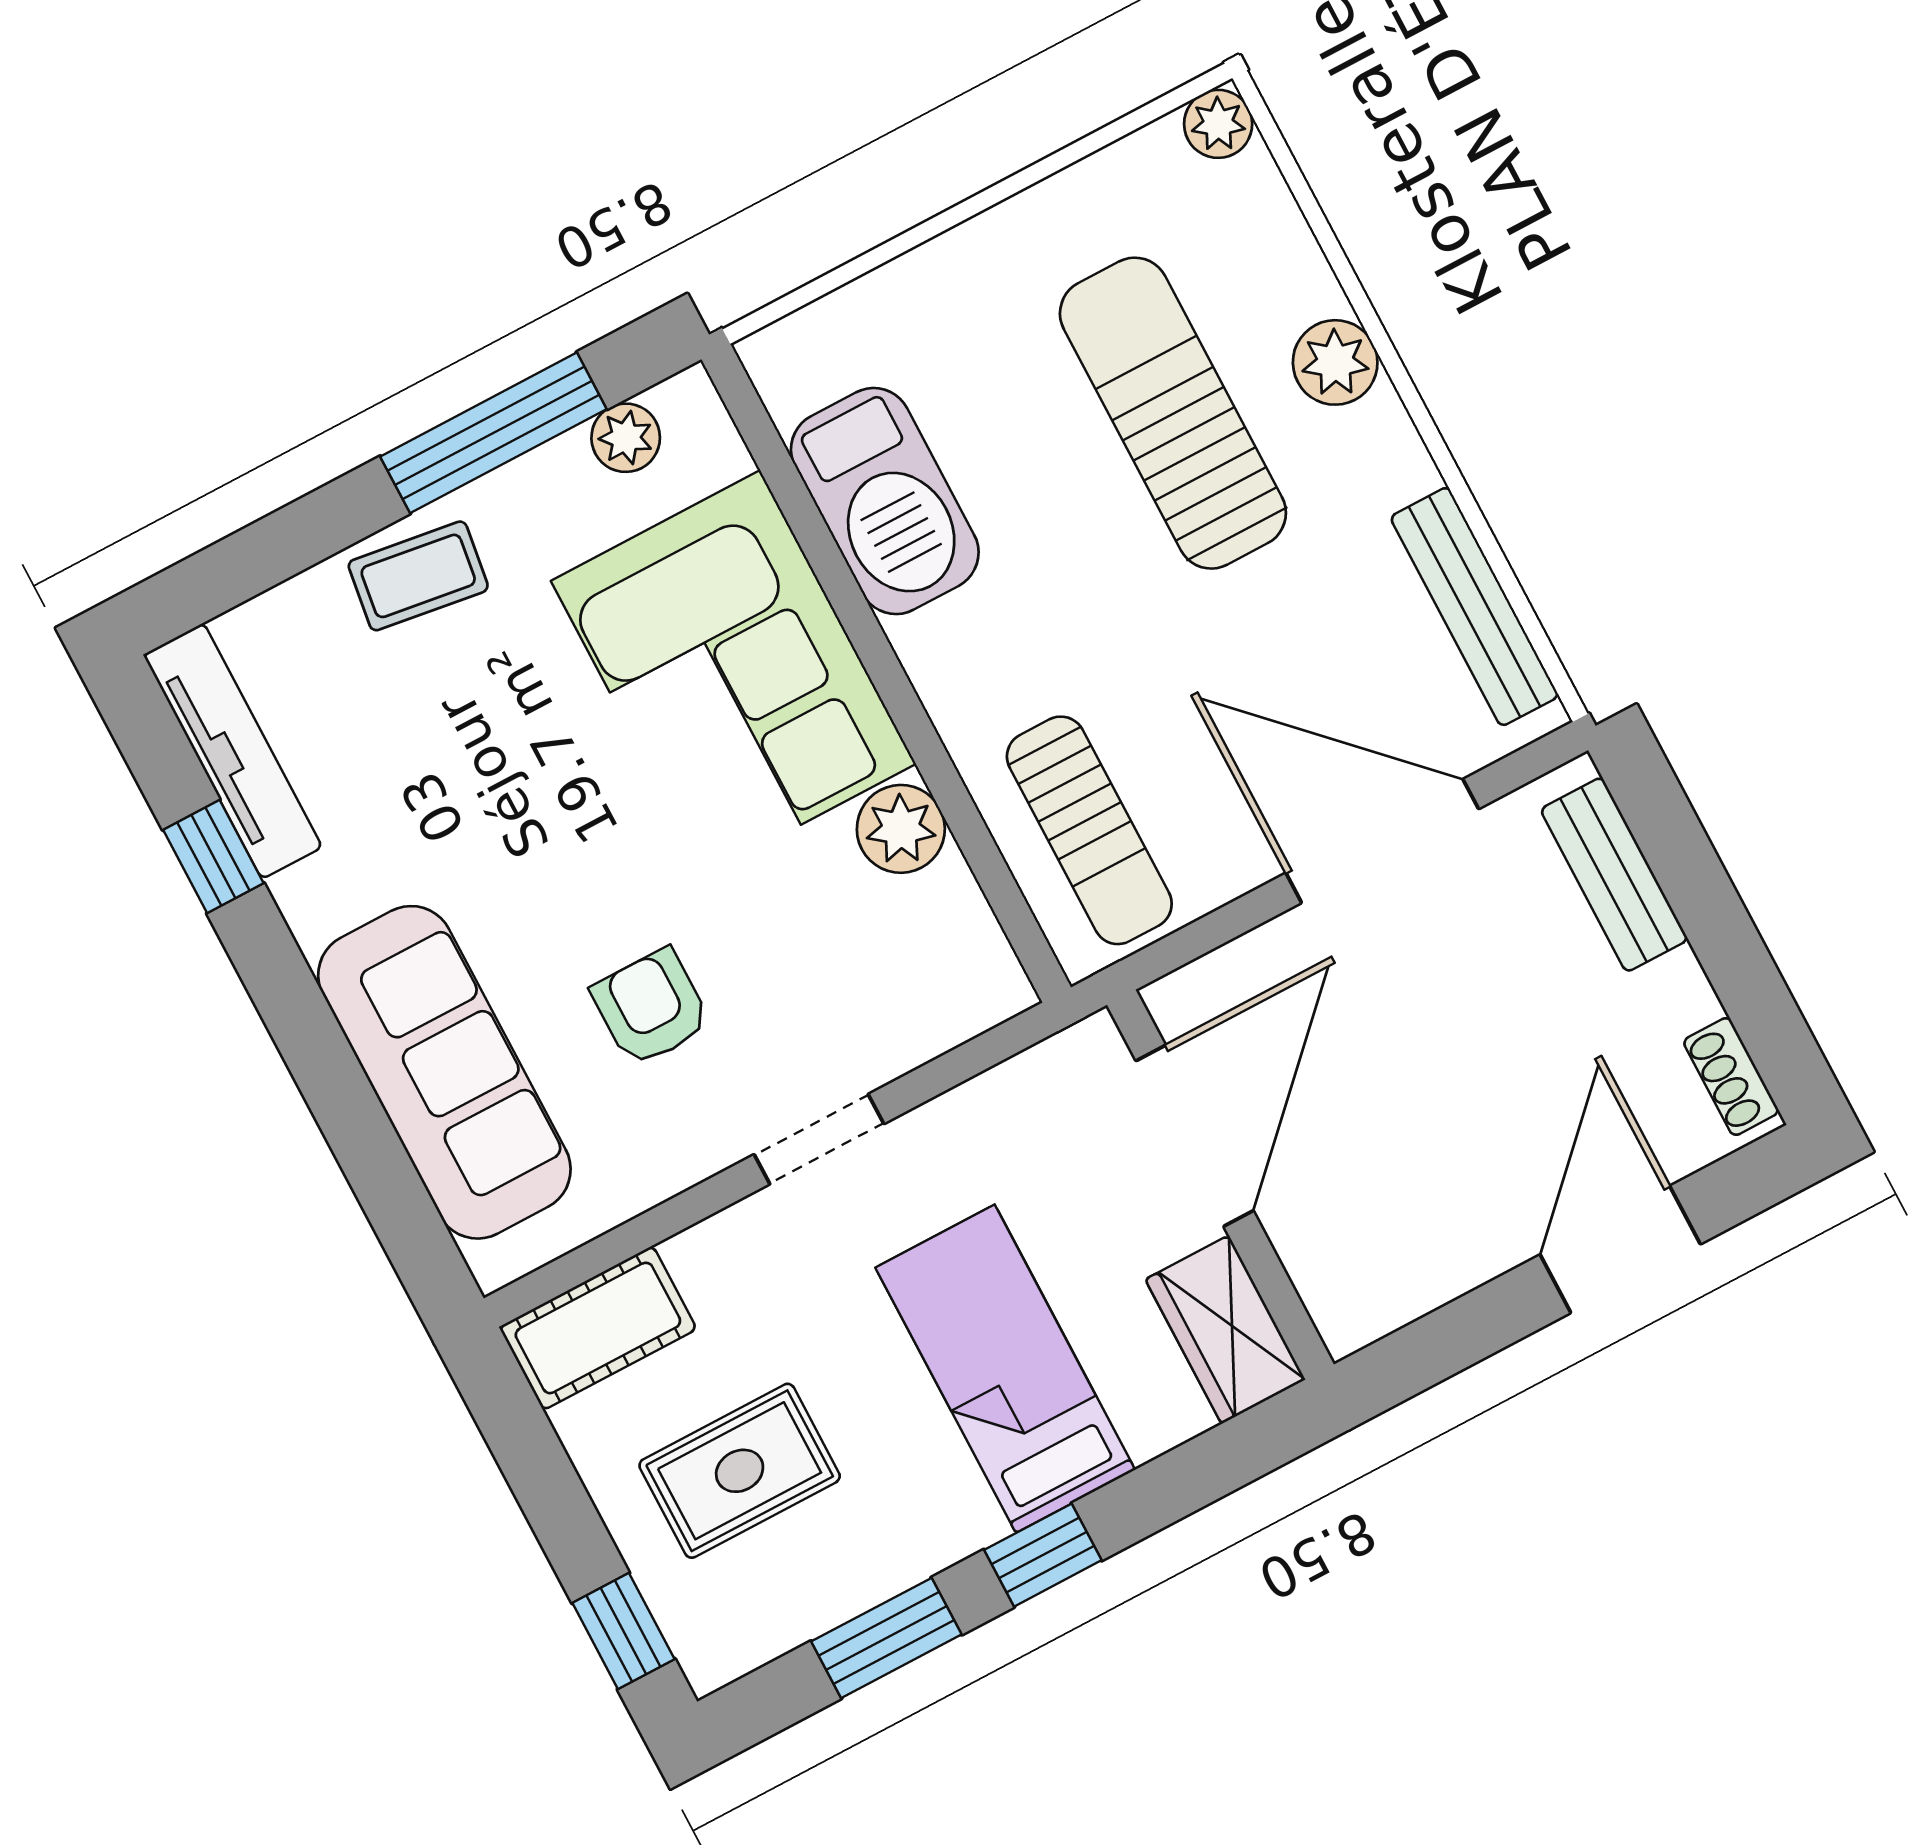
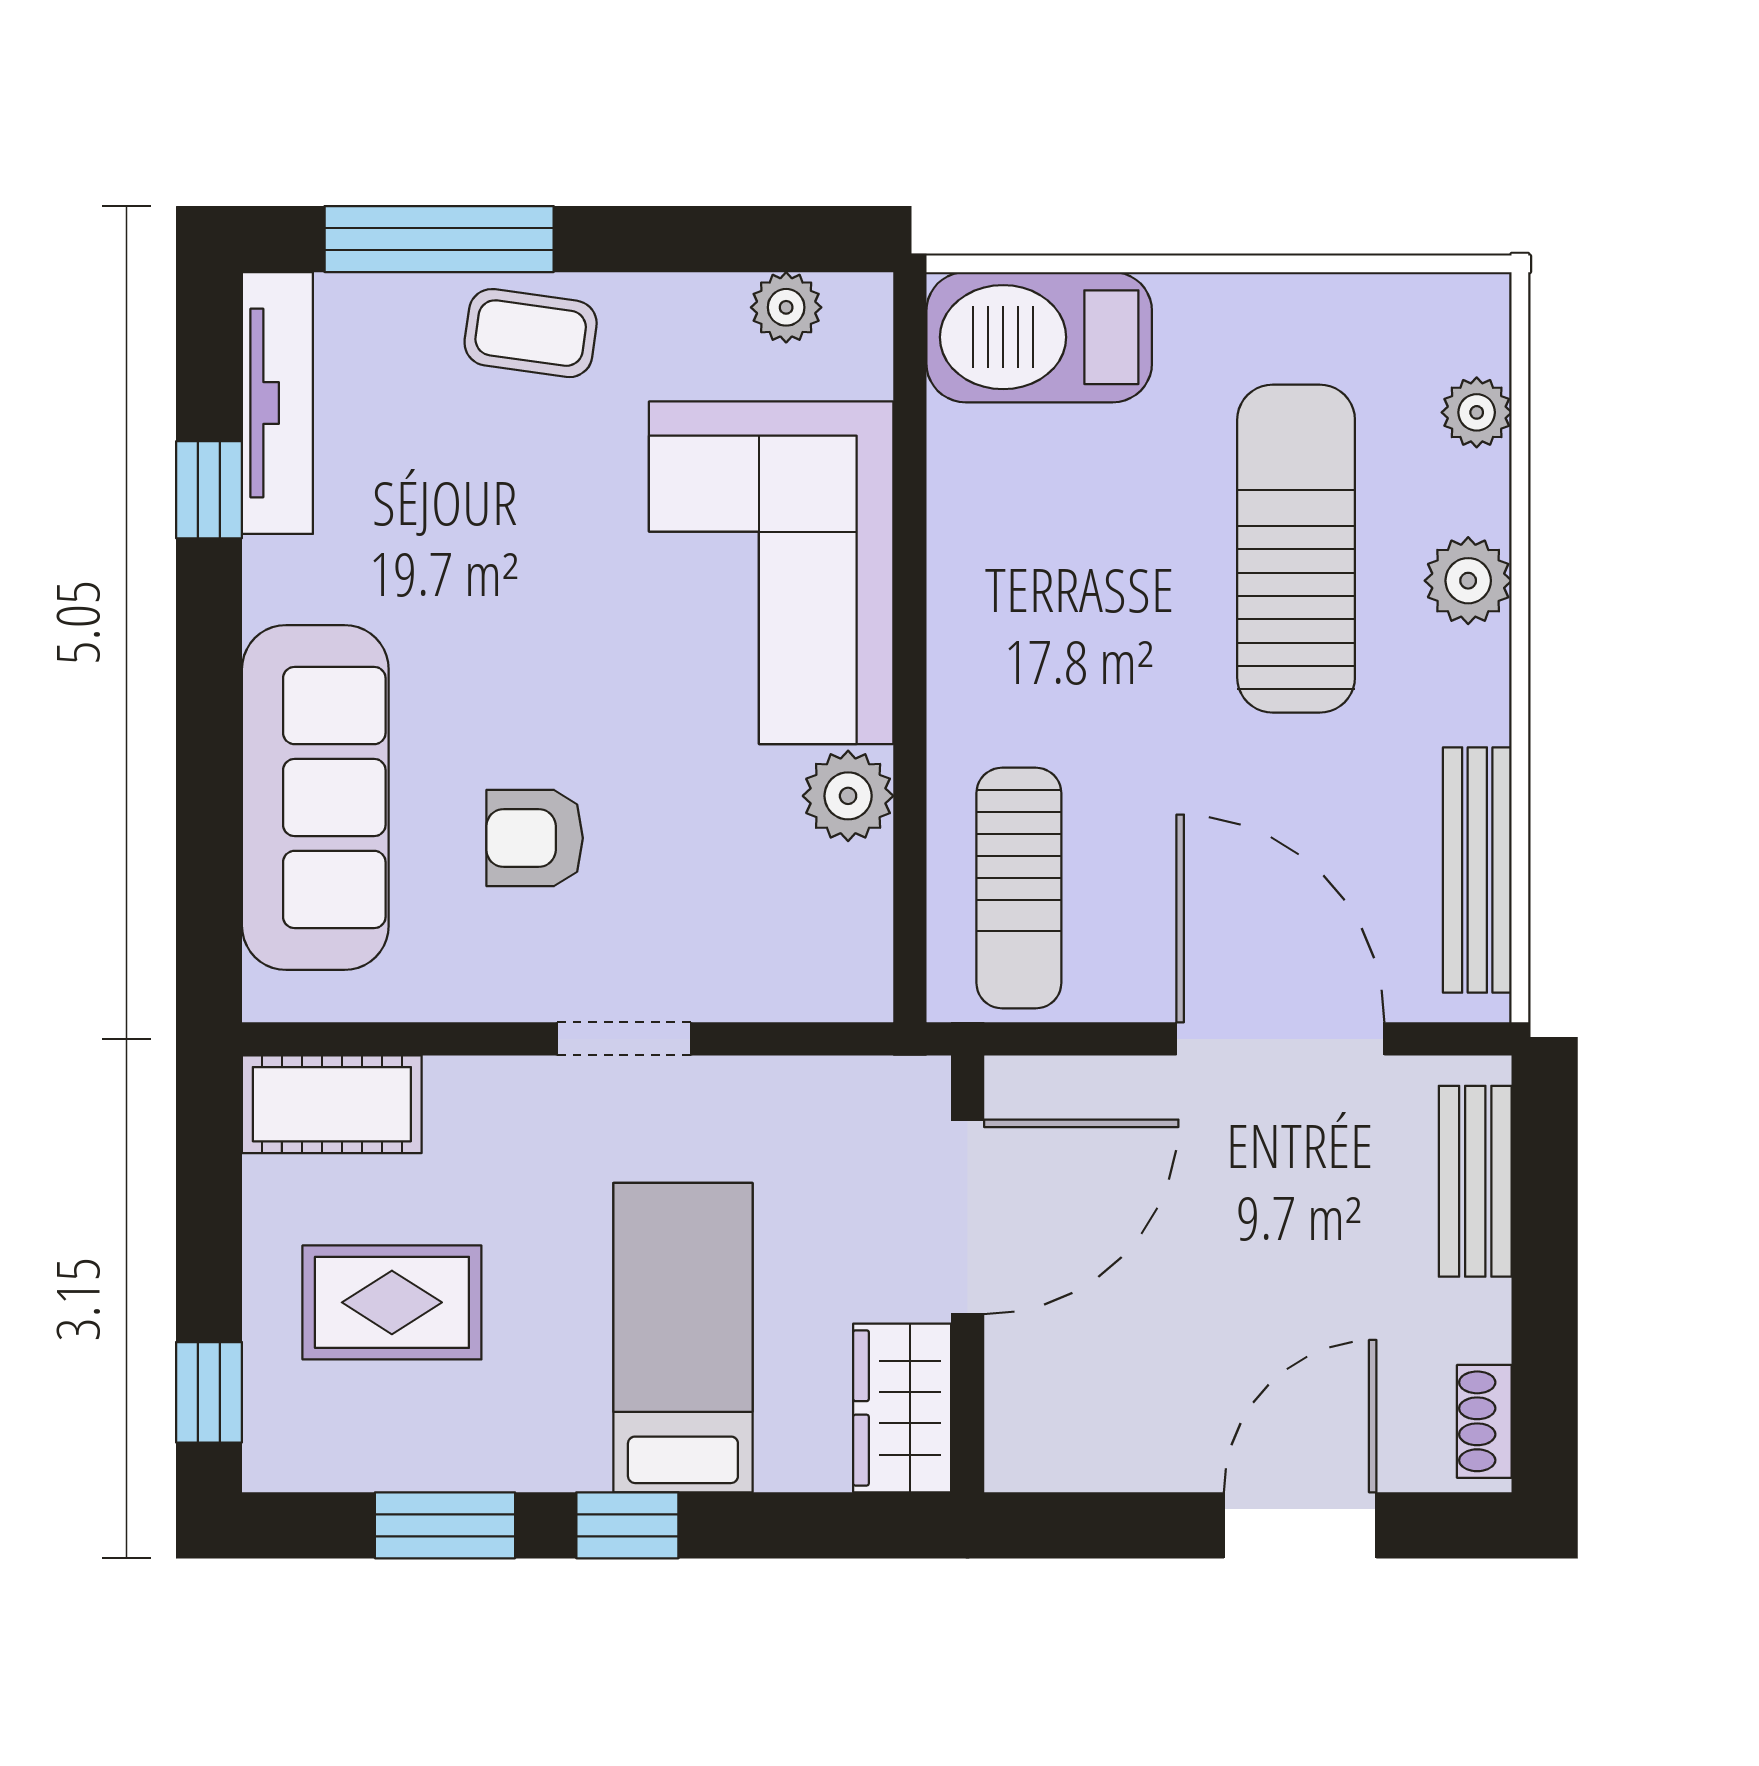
plant: (1218, 124) -> (1477, 412), moved
window: (493, 433) -> (439, 239), moved
barbecue: (885, 501) -> (1039, 337), moved, turned 90
armchair: (651, 1007) -> (535, 838), turned -90

